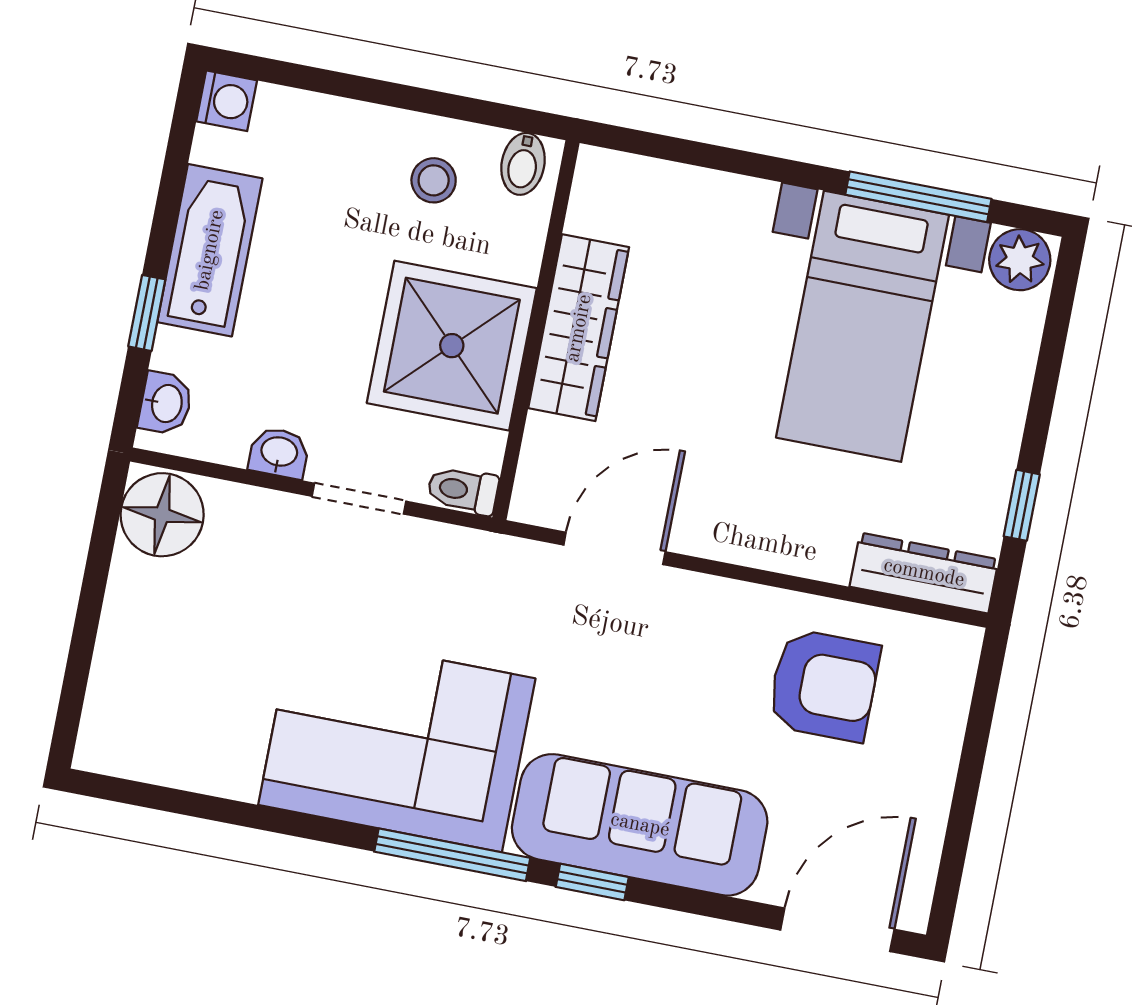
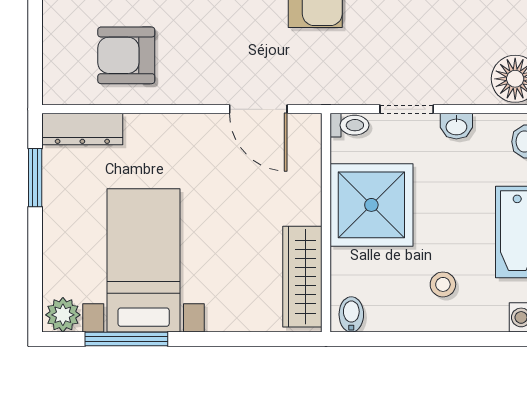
stool: (434, 180) -> (443, 284), moved
wardrobe: (579, 328) -> (302, 277), moved
window: (1022, 505) -> (35, 178), width x1.50
door: (614, 548) -> (258, 109), hinge flipped

